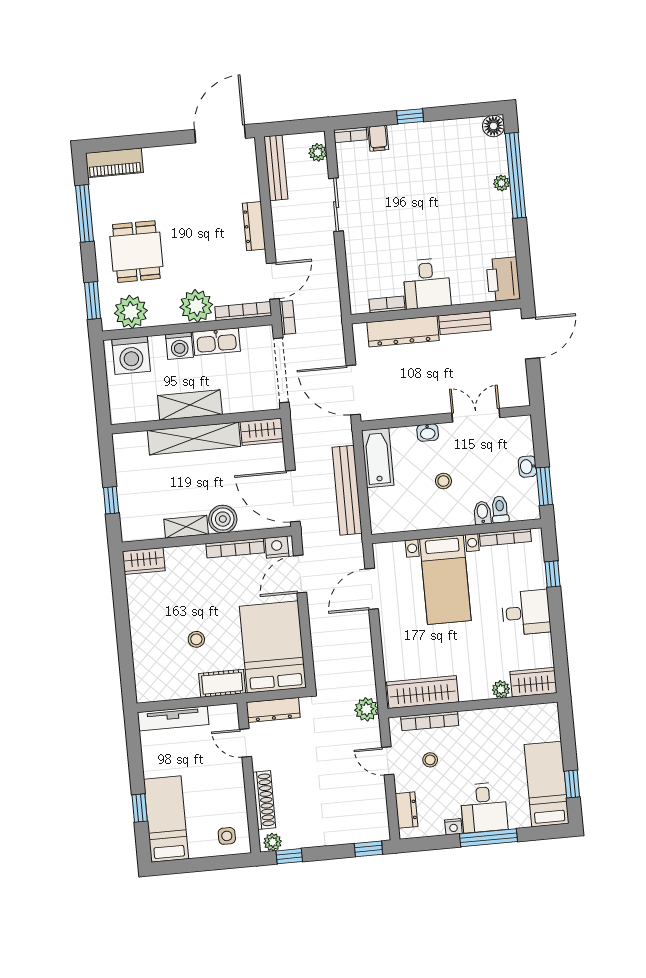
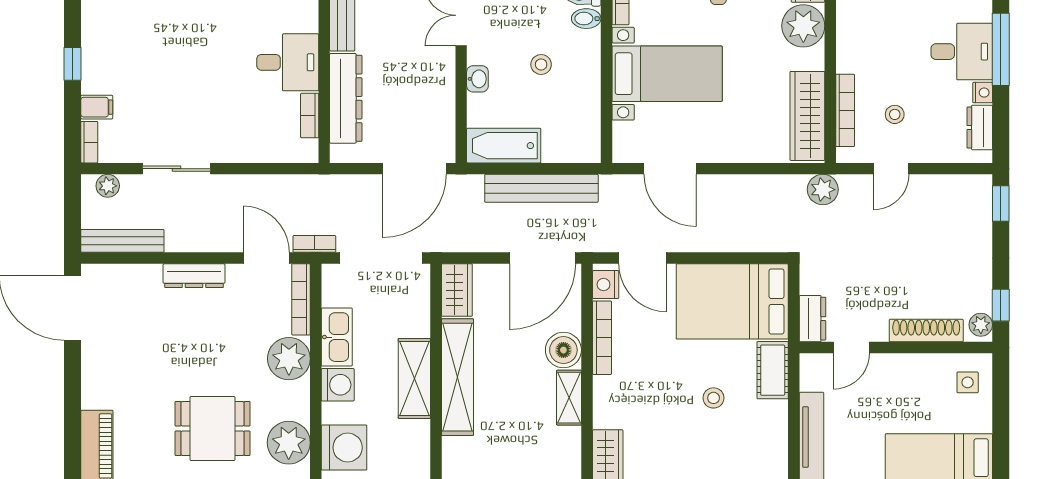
plant: (501, 689) -> (803, 26), width x1.88, depth x1.88
dresser: (273, 710) -> (813, 319), width x0.70
dresser: (406, 810) -> (980, 128), moved, turned -90

